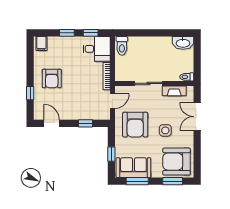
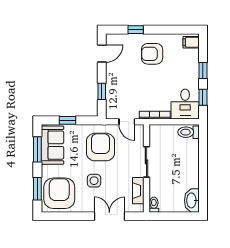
armchair: (135, 125) -> (101, 147), turned 90

